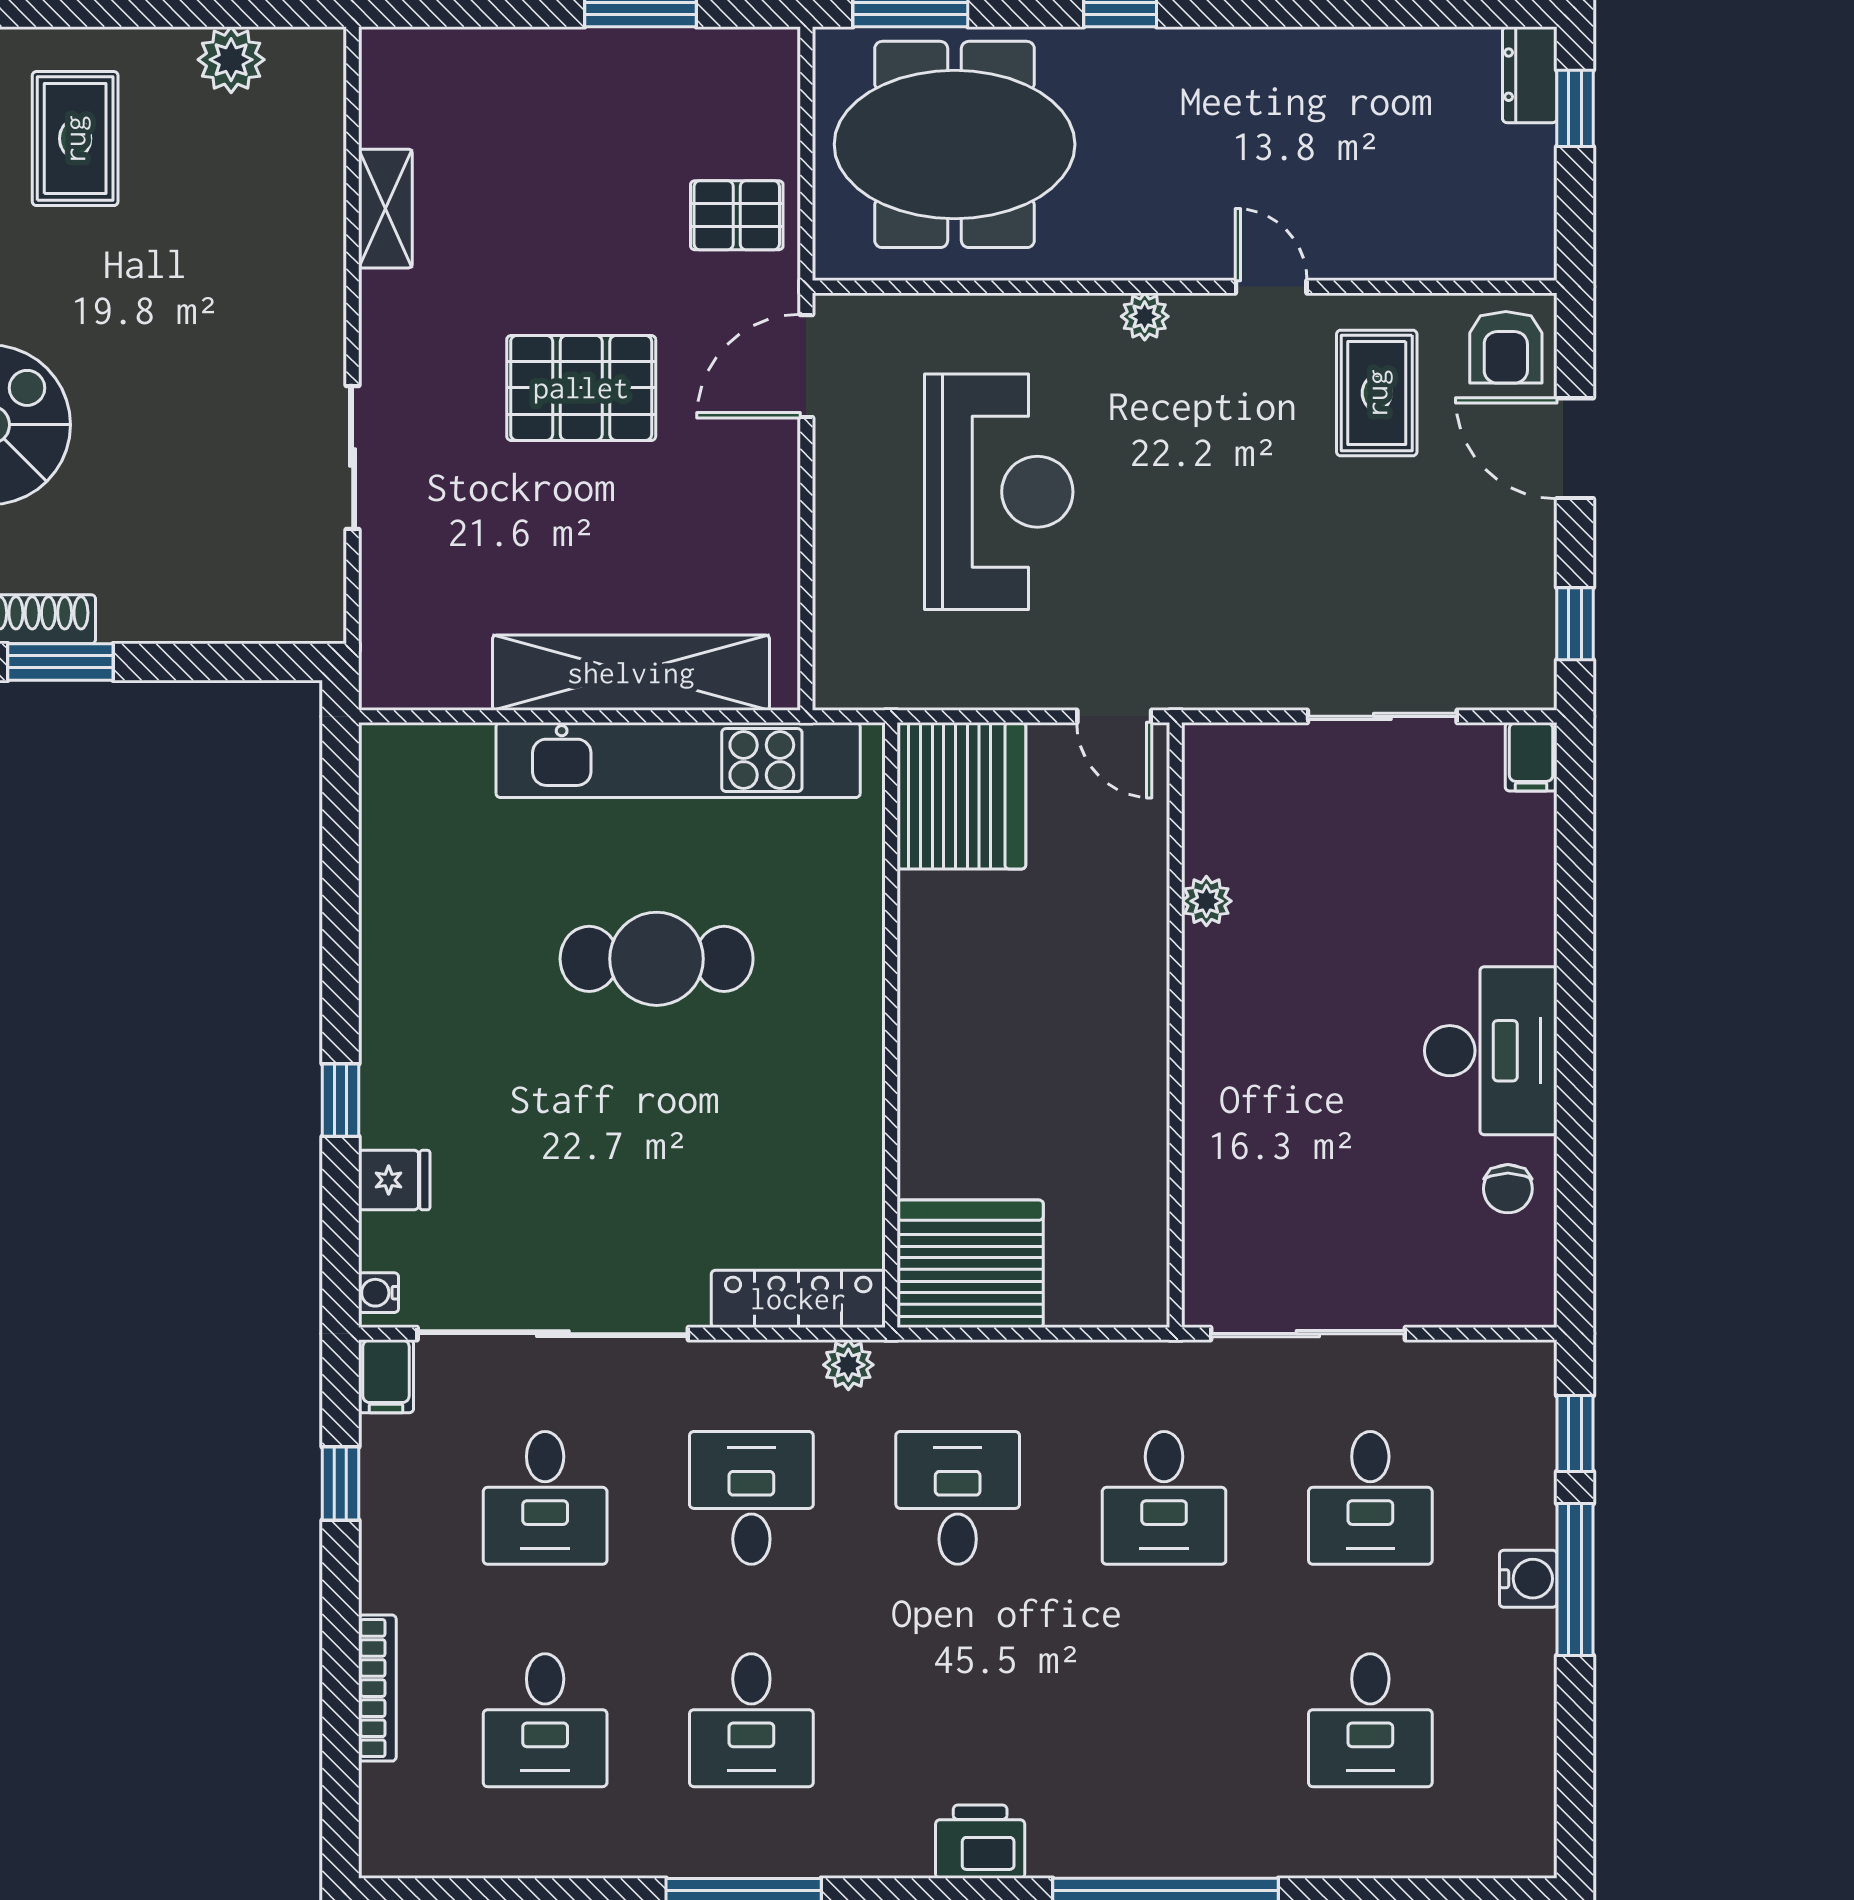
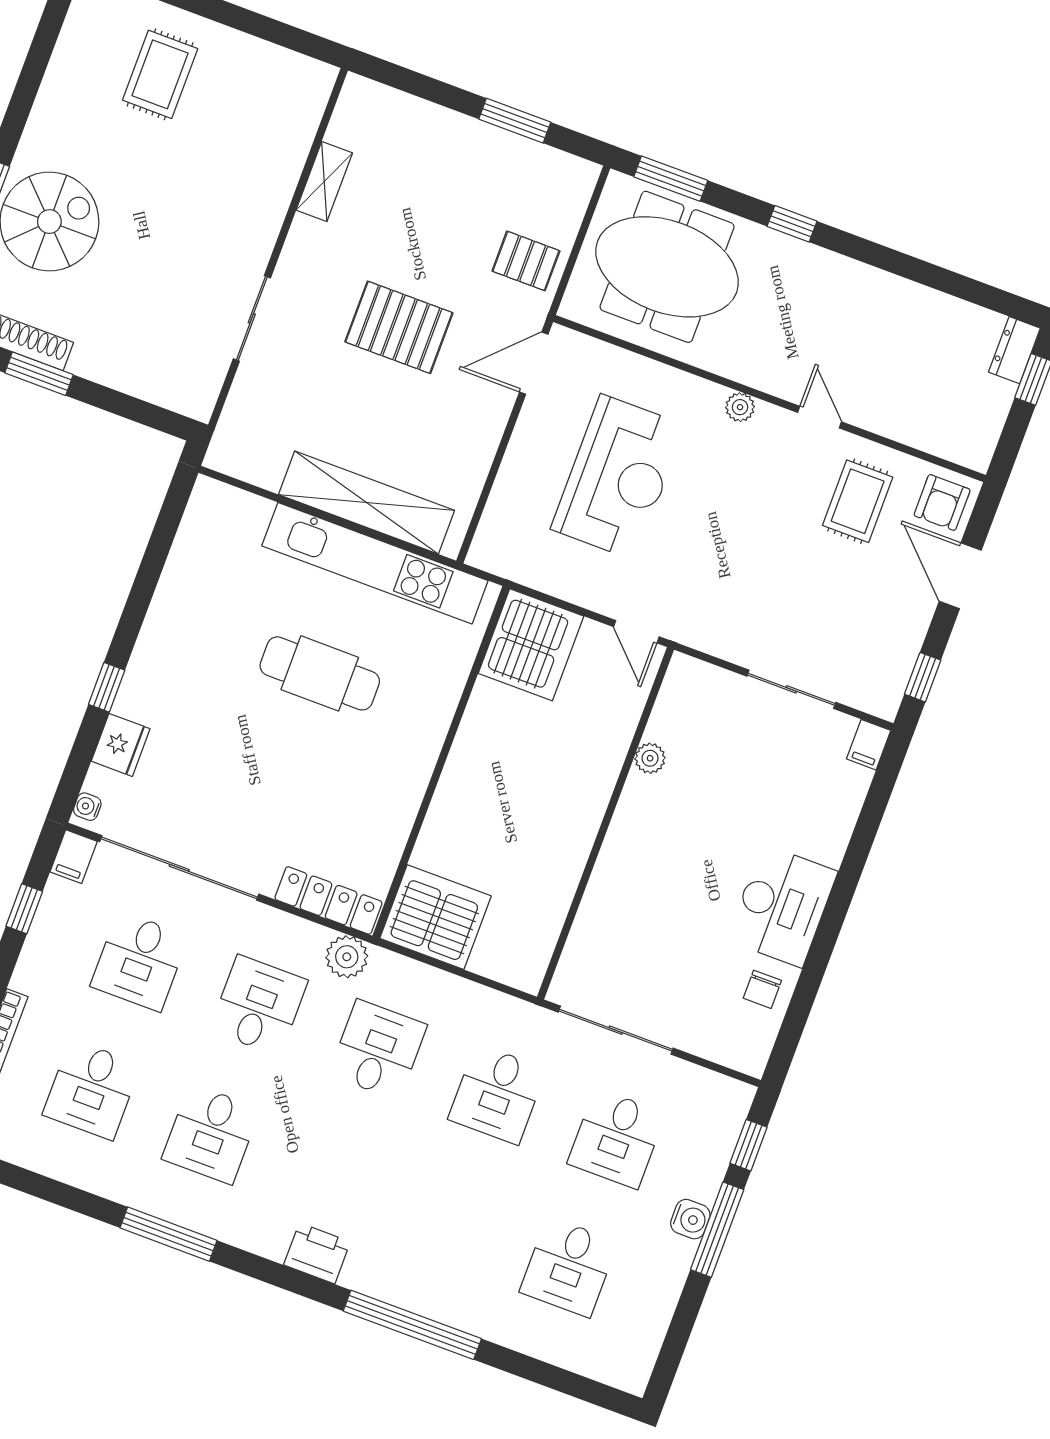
plant: (231, 60) -> (267, 62), removed
fridge: (394, 1180) -> (121, 745), width x1.38
plant: (848, 1365) -> (347, 957), width x1.38, depth x1.38

